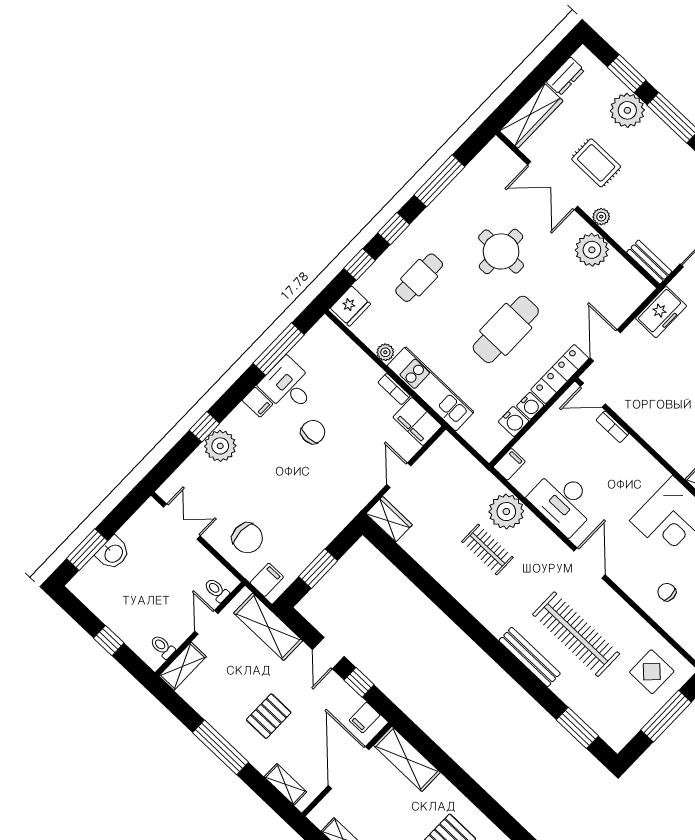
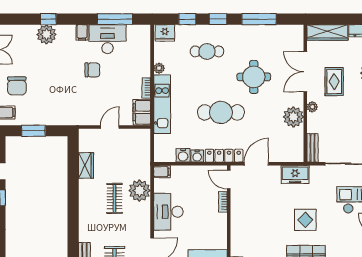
desk: (288, 386) -> (107, 39), width x1.37
wardrobe: (389, 519) -> (86, 165), moved

